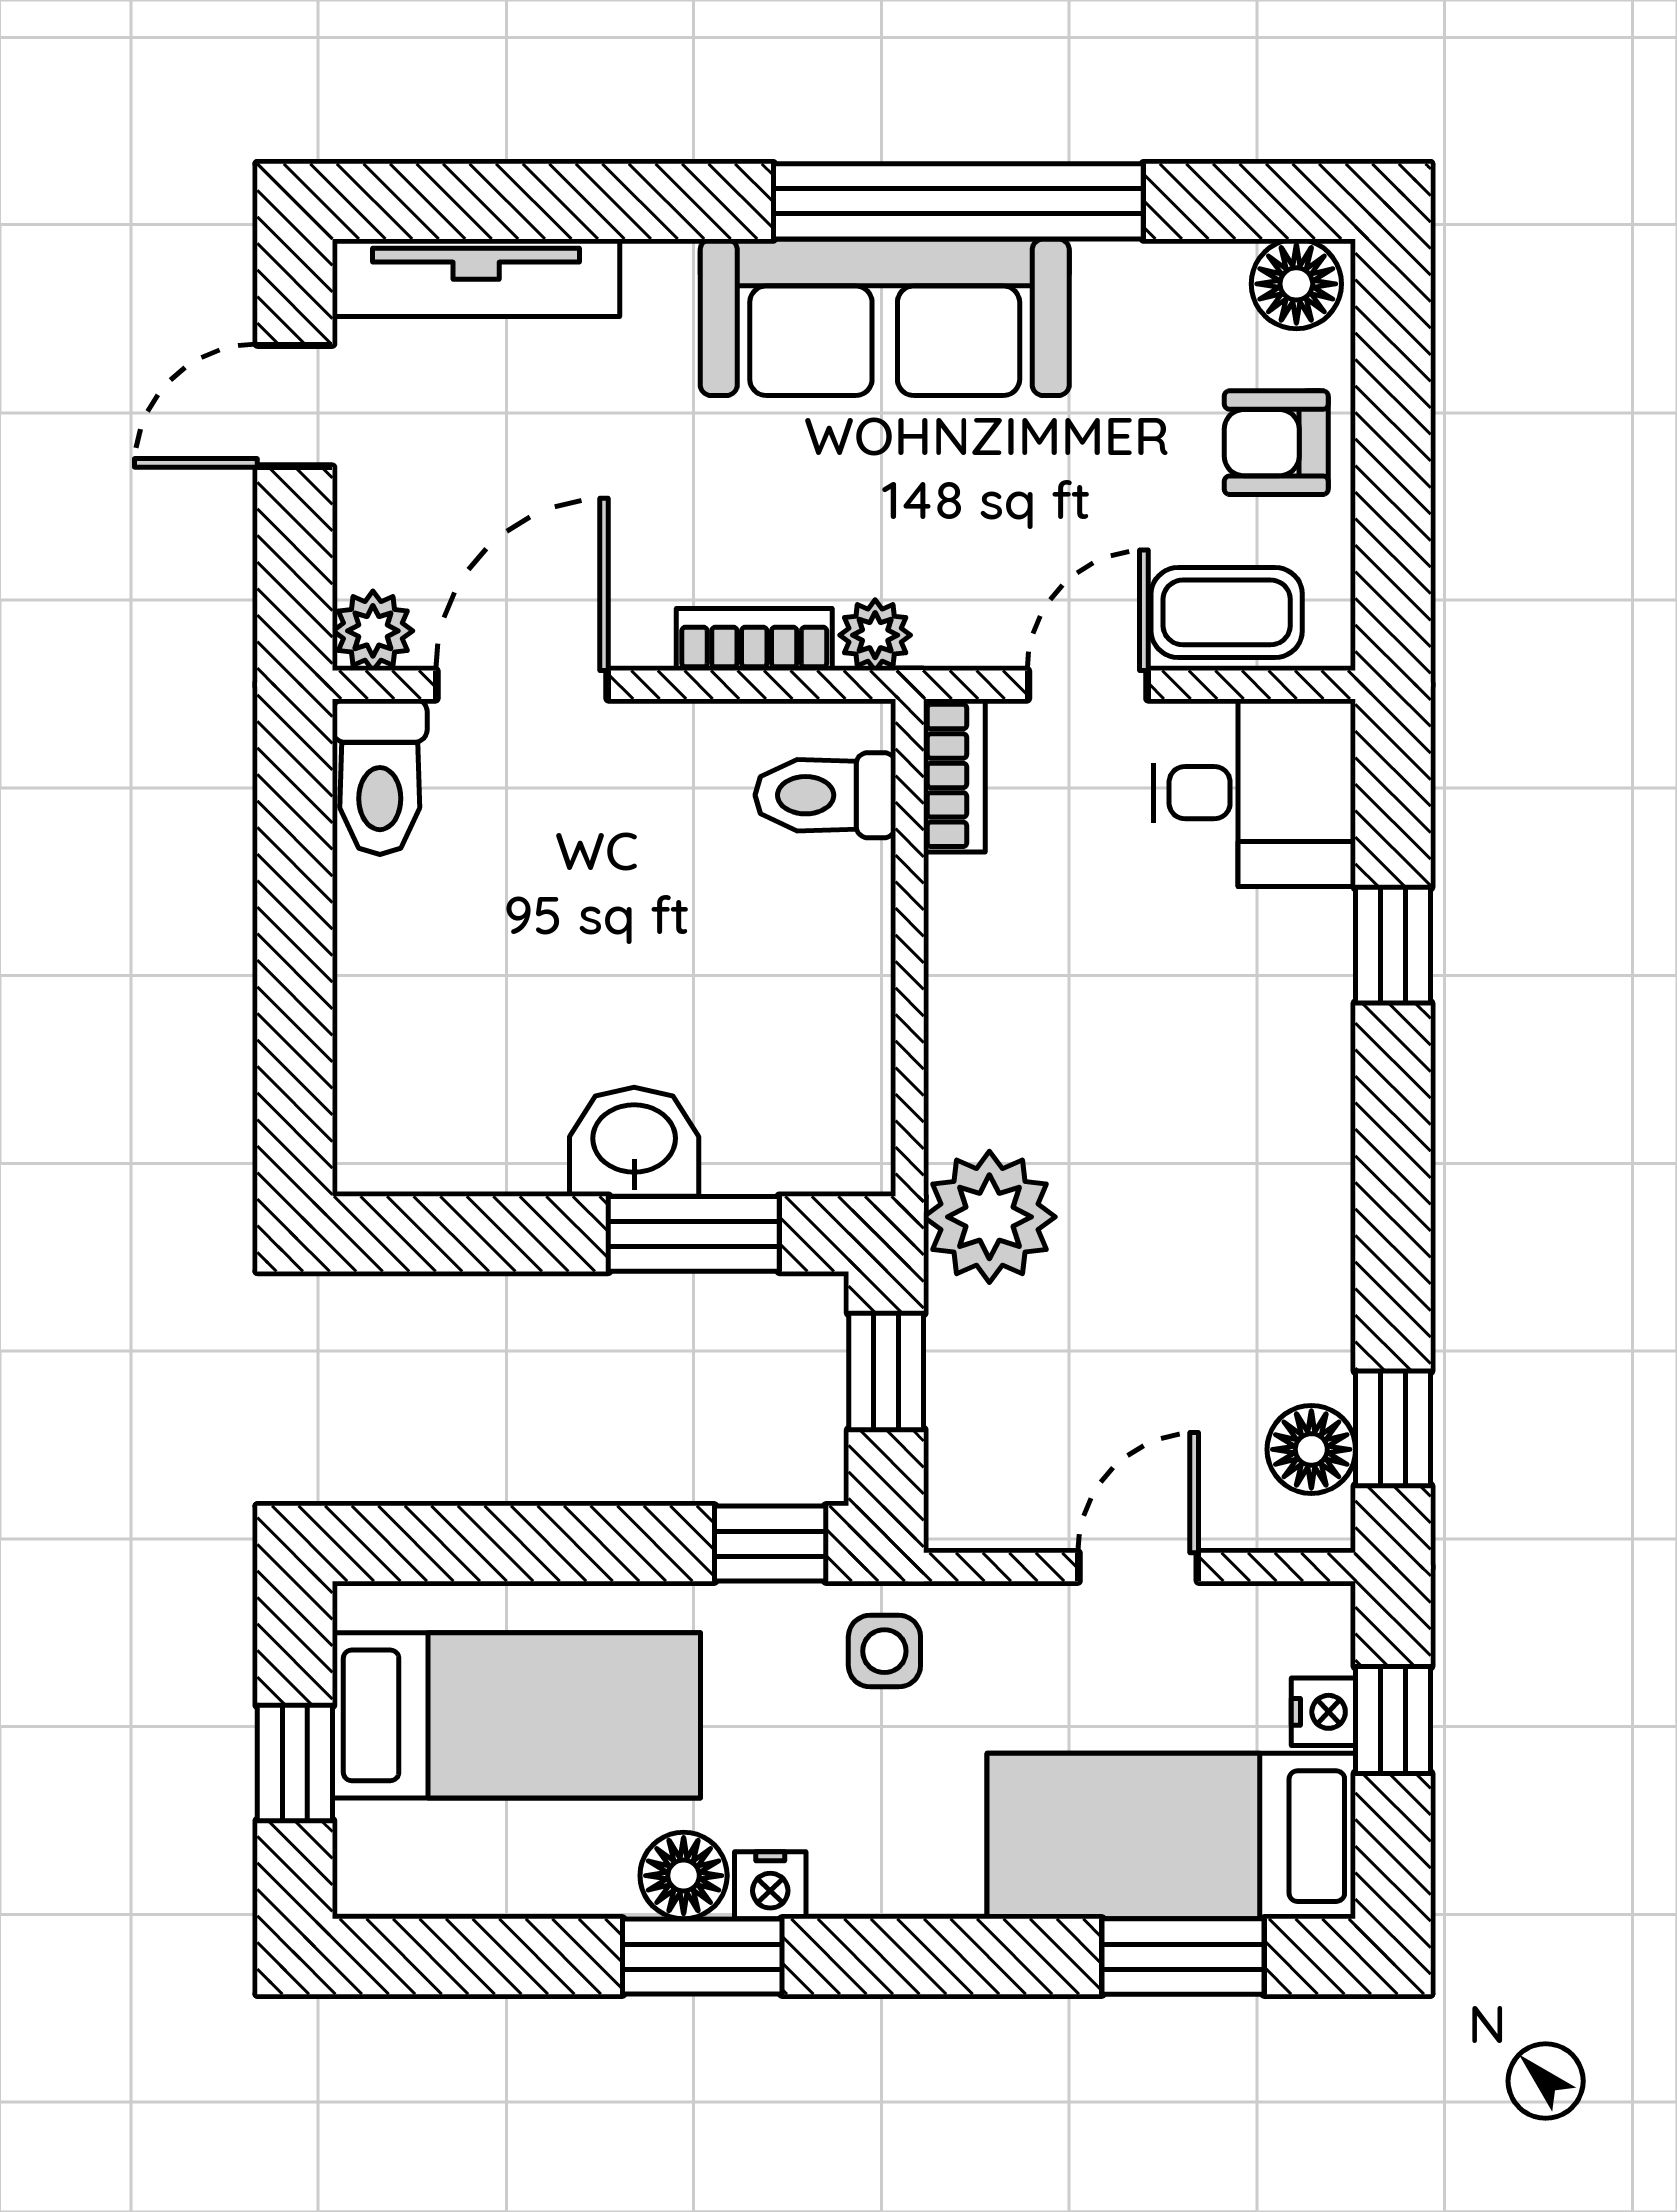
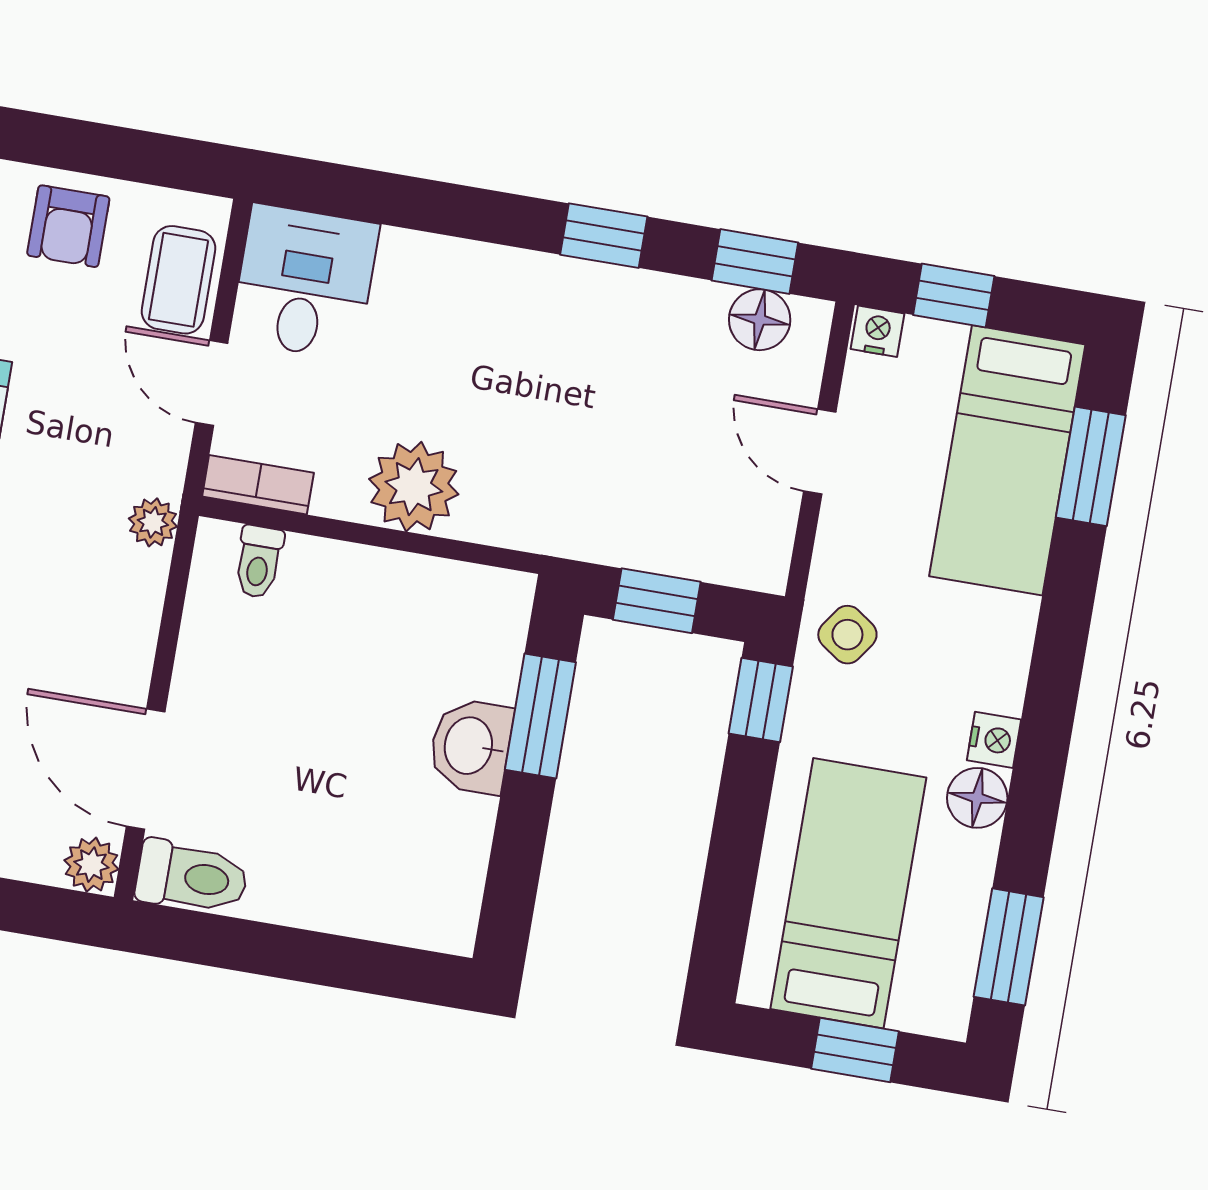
bookcase: (754, 640) -> (142, 605), removed
toilet: (825, 795) -> (259, 562), width x0.73, depth x0.72
window: (1393, 945) -> (604, 236), moved
plant: (989, 1217) -> (414, 487), moved
side table: (884, 1651) -> (847, 635), turned 35
nightstand: (1323, 1712) -> (877, 331), moved
window: (702, 1957) -> (1009, 947), moved

